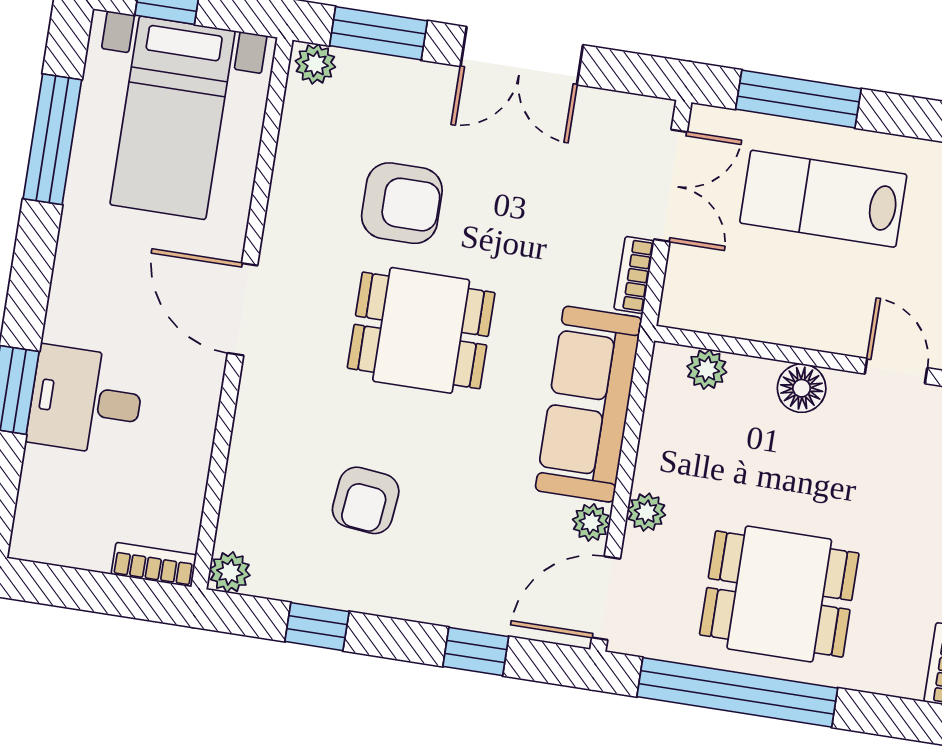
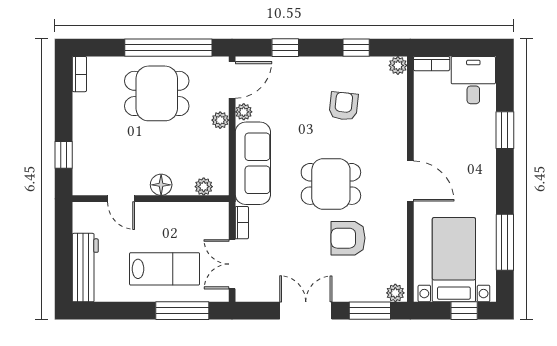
desk: (86, 401) -> (473, 80), moved, turned -90

